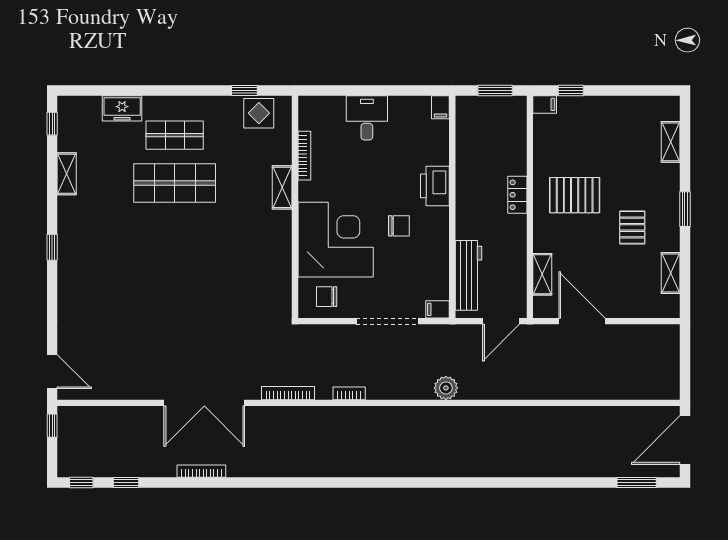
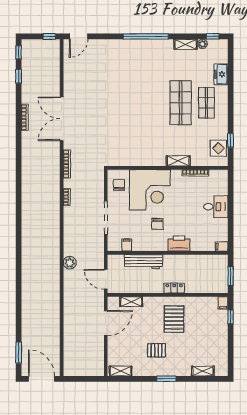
plant: (66, 142) -> (203, 44), added
window: (52, 247) -> (146, 36), width x3.17
shelving: (671, 273) -> (121, 371), moved
workbench: (468, 275) -> (143, 262), moved
filing cabinet: (437, 309) -> (127, 245), moved
plant: (446, 388) -> (70, 263), moved

